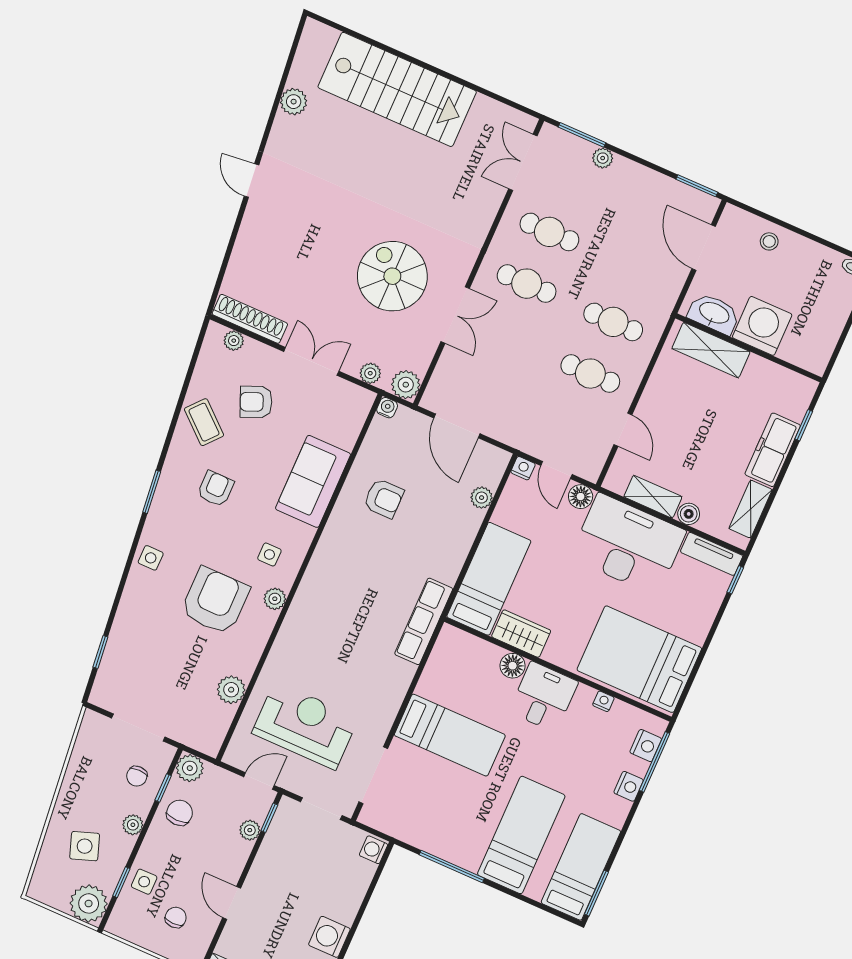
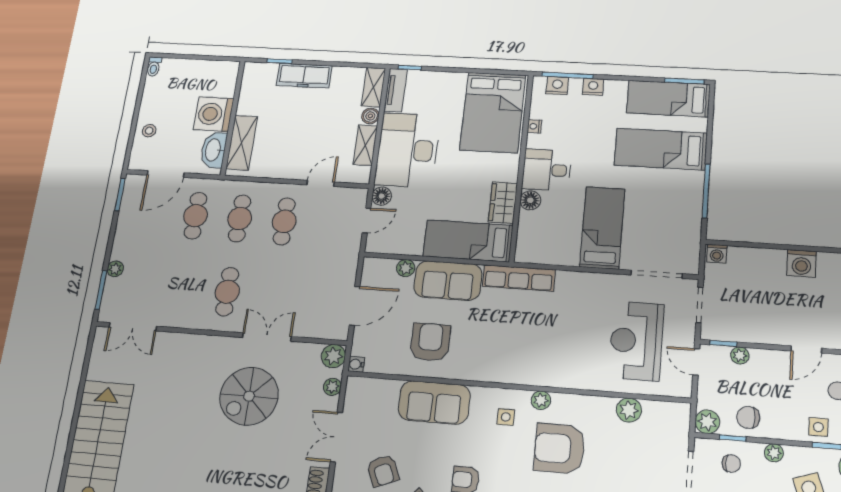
cafe table: (549, 232) -> (195, 216), moved
nightstand: (523, 468) -> (373, 245), removed
armchair: (384, 498) -> (430, 342), width x1.38, depth x1.38
shelving: (751, 509) -> (373, 87), moved, turned 90
sofa: (449, 541) -> (448, 281), added

